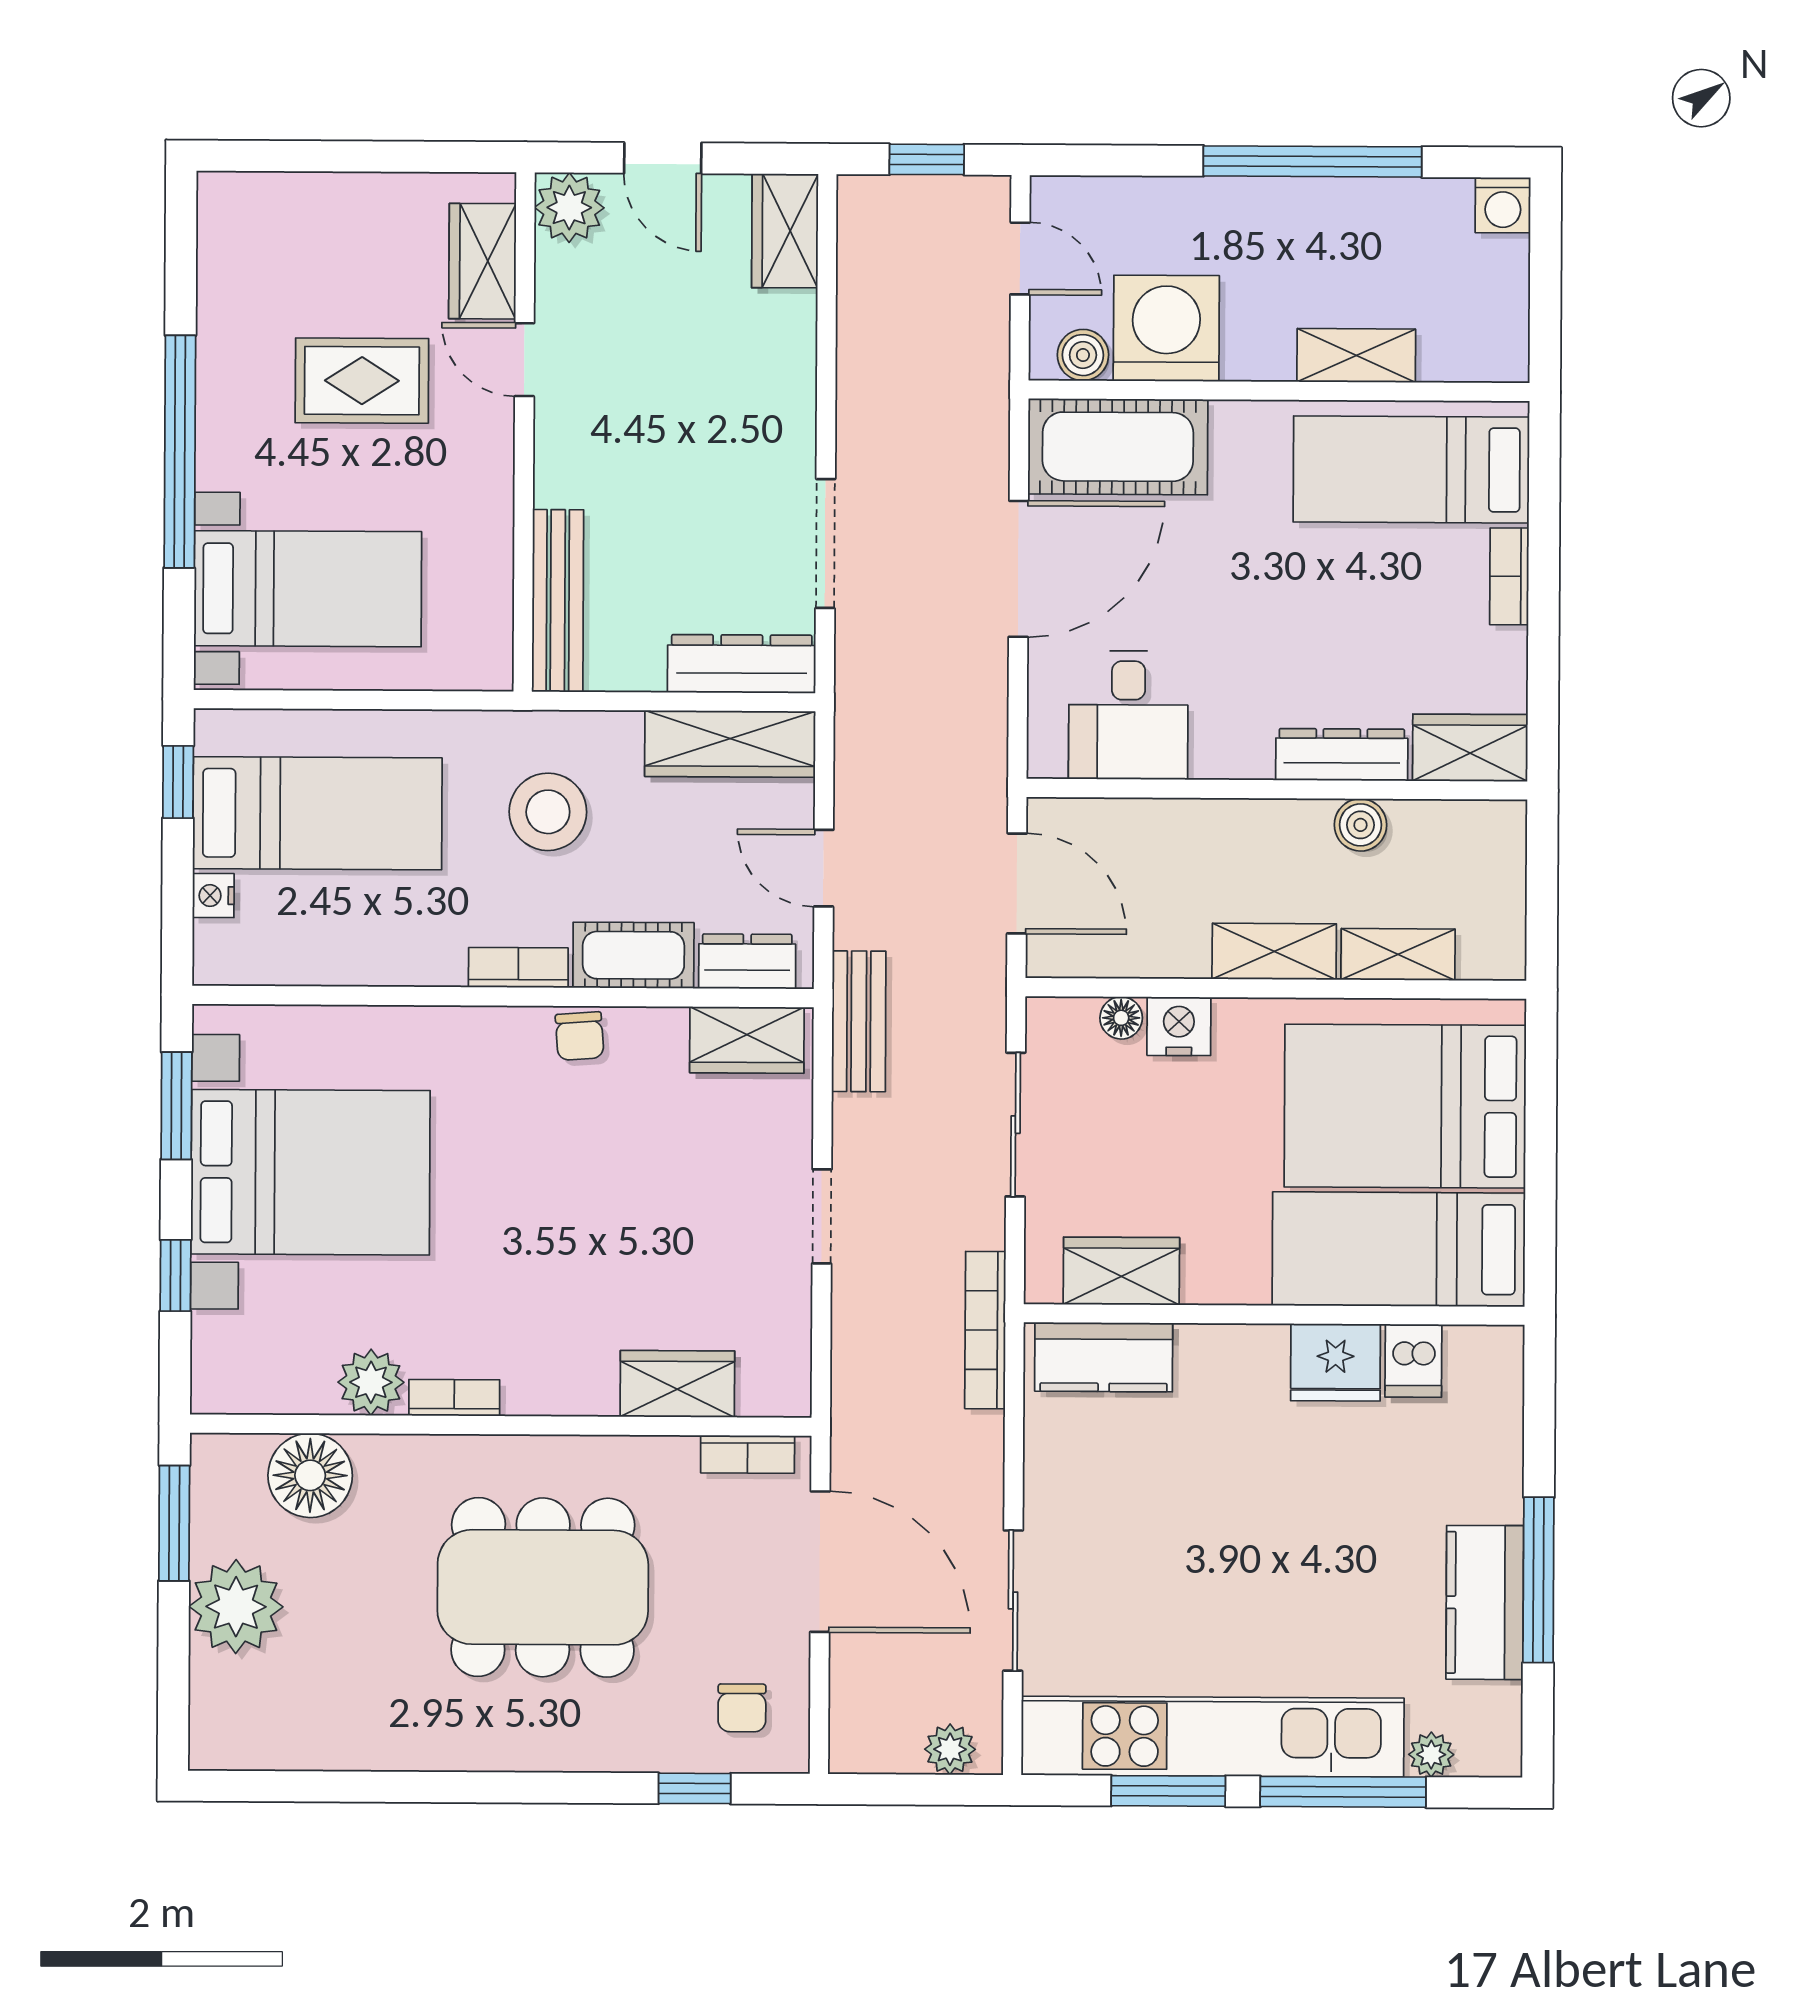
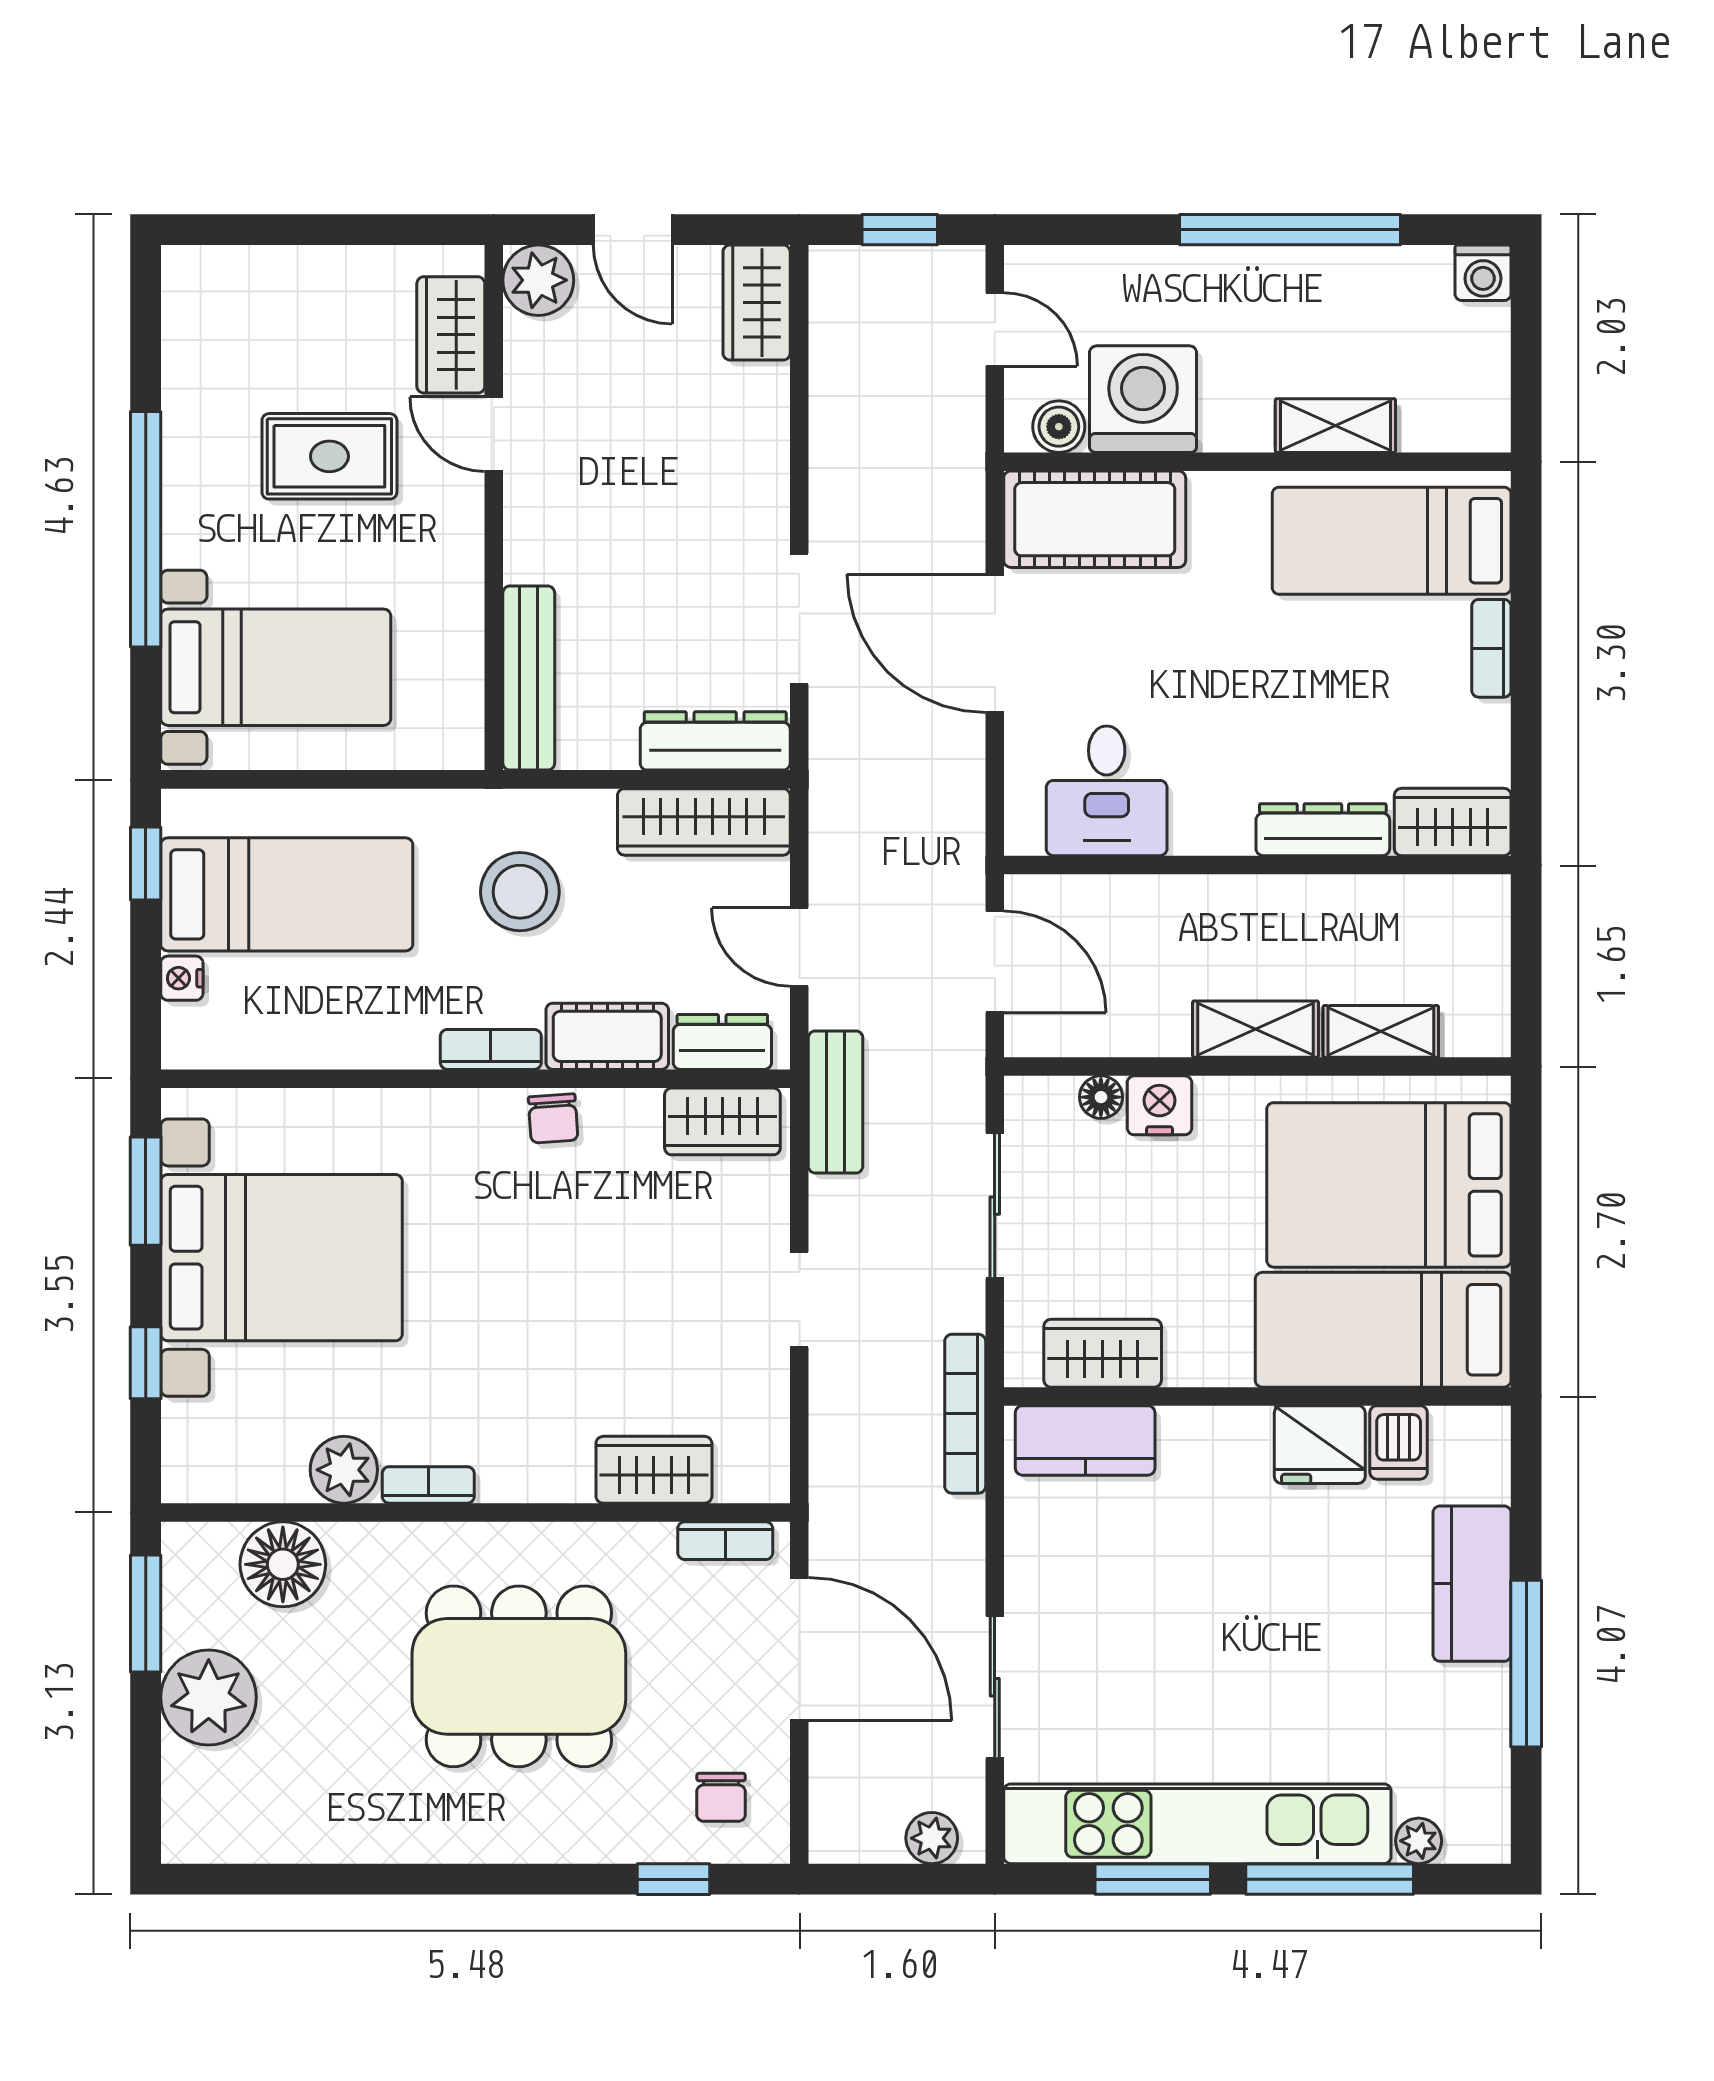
door: (1018, 569) -> (995, 643), swing flipped
boiler: (1360, 825) -> (1342, 901), removed
kitchen counter: (1485, 1602) -> (1472, 1584), moved

